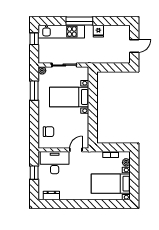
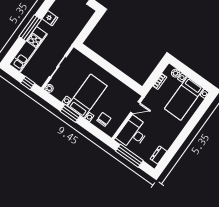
window: (34, 39) -> (28, 83), moved
window: (34, 91) -> (70, 113), moved
bed with nightstands: (69, 97) -> (87, 96), moved, turned 180
door: (76, 150) -> (135, 108), swing flipped
window: (34, 173) -> (129, 156), width x2.17

